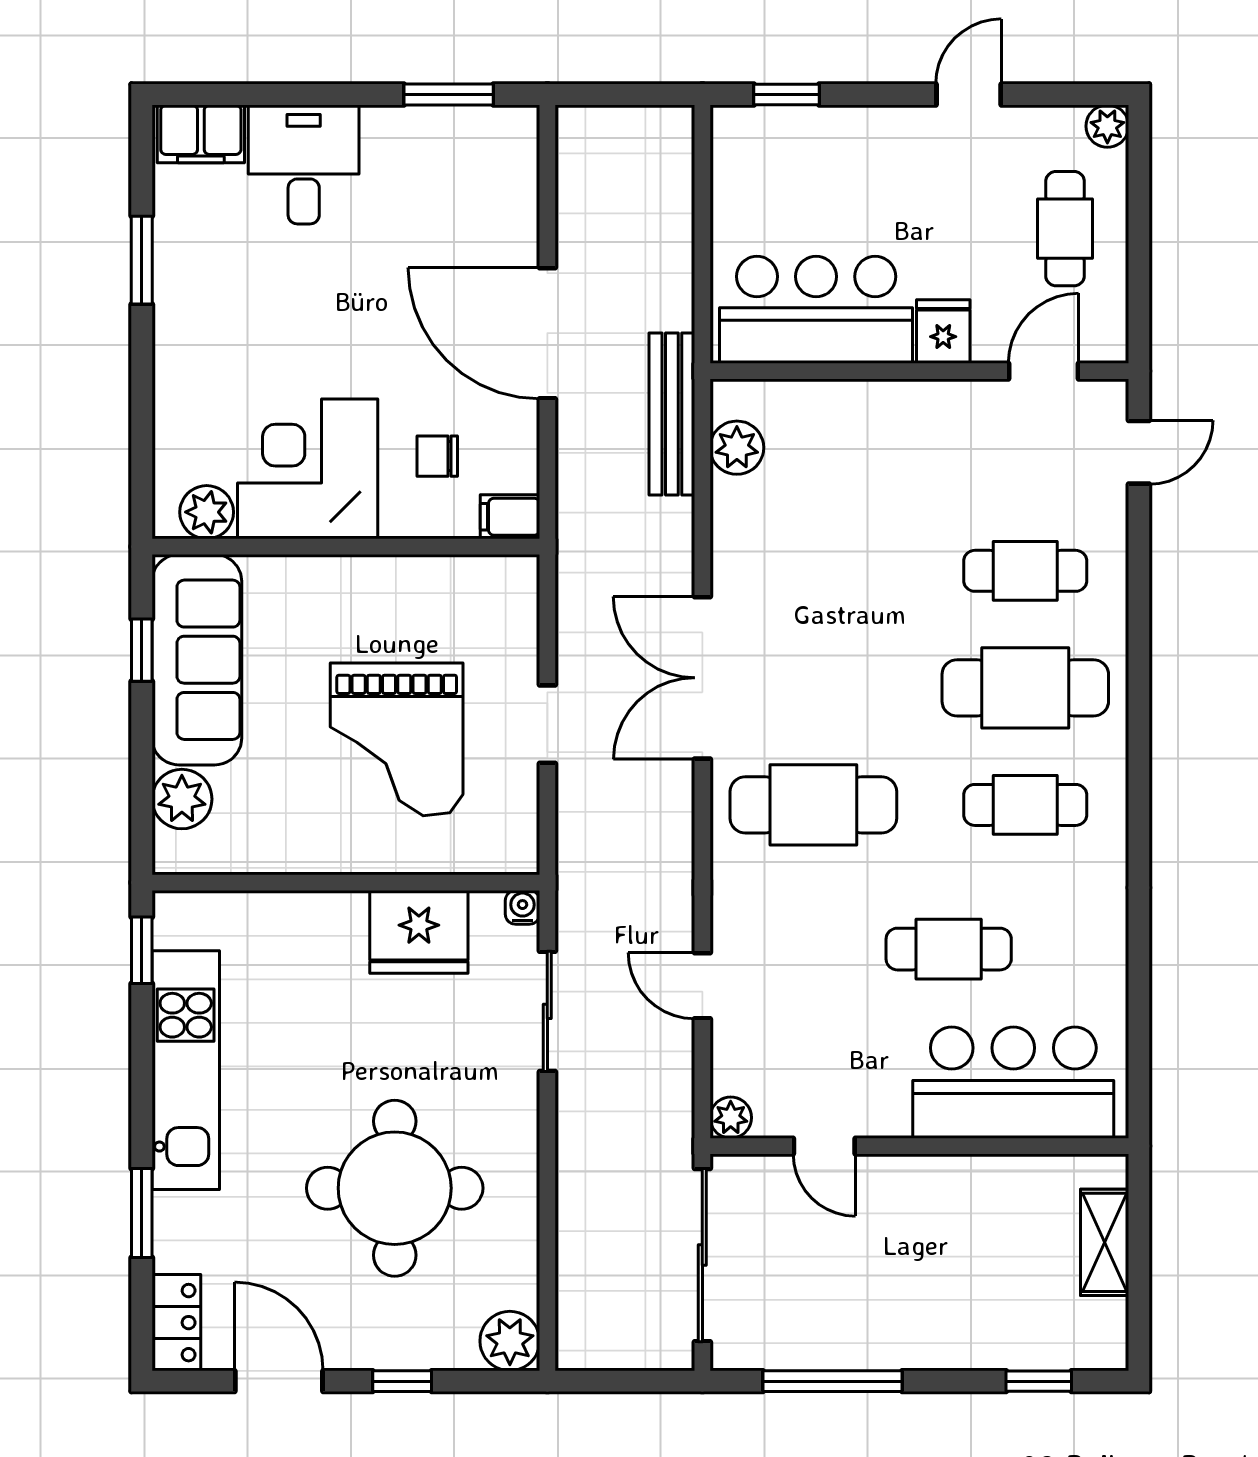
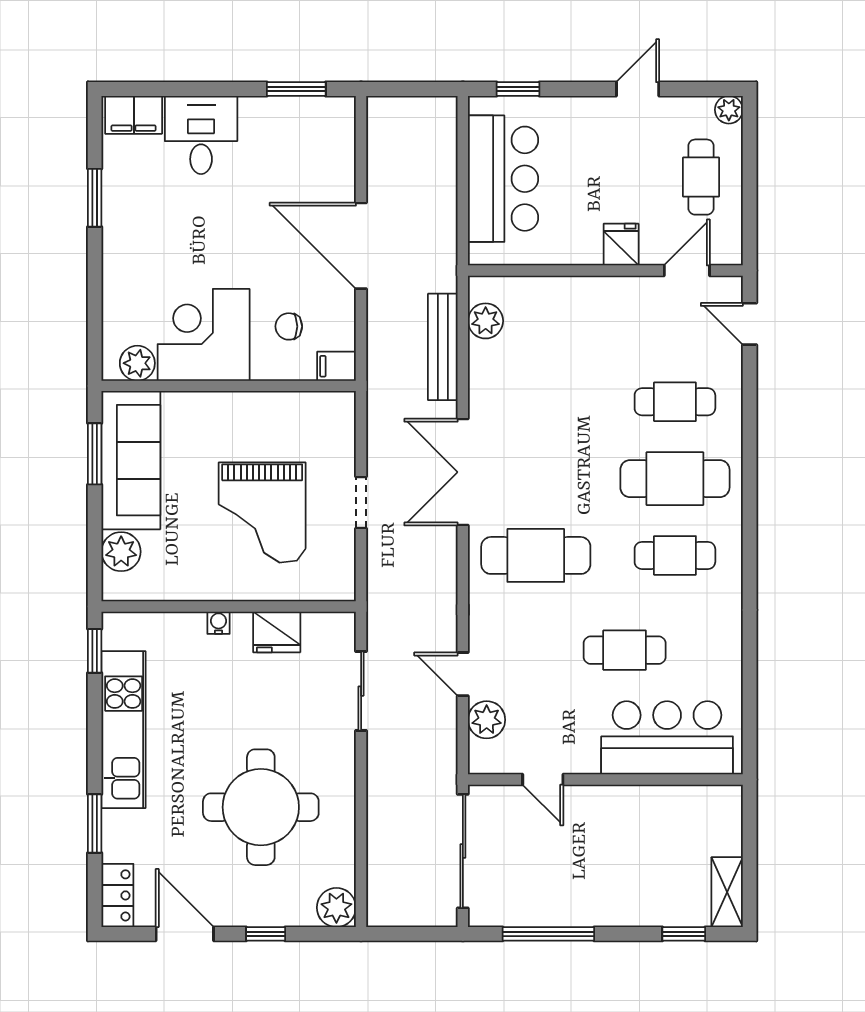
bar counter: (816, 310) -> (503, 179), moved, turned 90
bench: (672, 414) -> (443, 347), moved
door: (1139, 452) -> (750, 324), swing flipped
window: (142, 650) -> (95, 454), width x1.50
water cooler: (523, 907) -> (219, 623), moved
fridge: (419, 932) -> (277, 632), width x0.73, depth x0.75
plant: (731, 1118) -> (487, 720), moved, width x1.38, depth x1.38
shelving: (1105, 1242) -> (727, 892), moved

